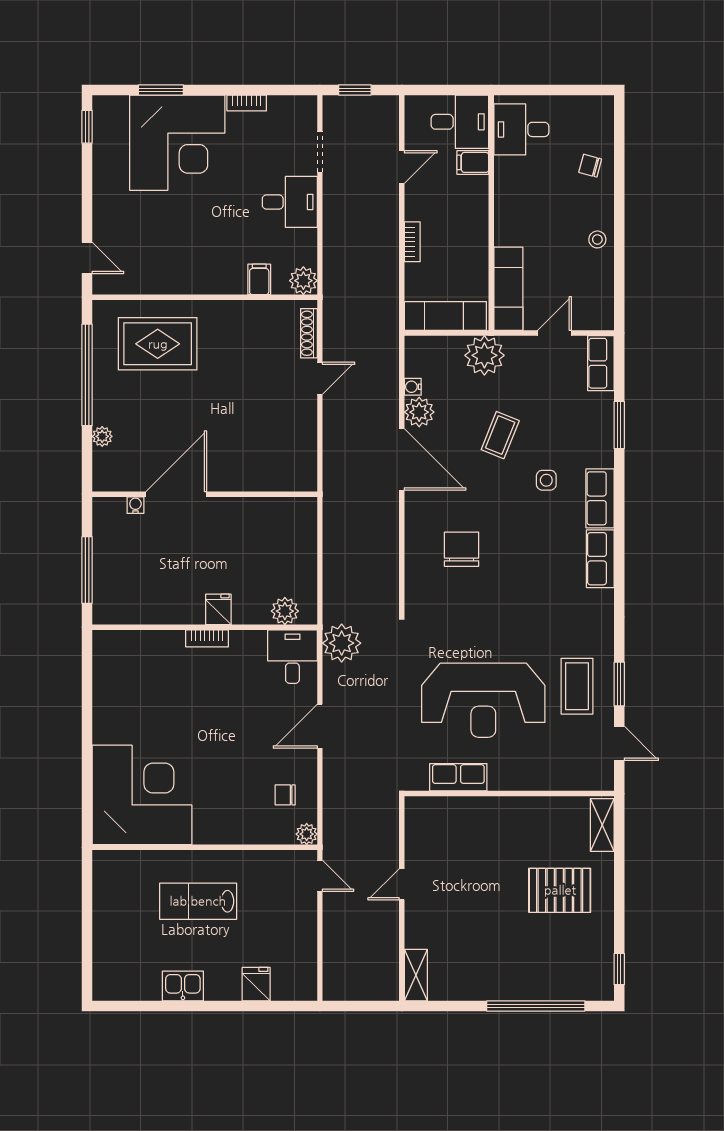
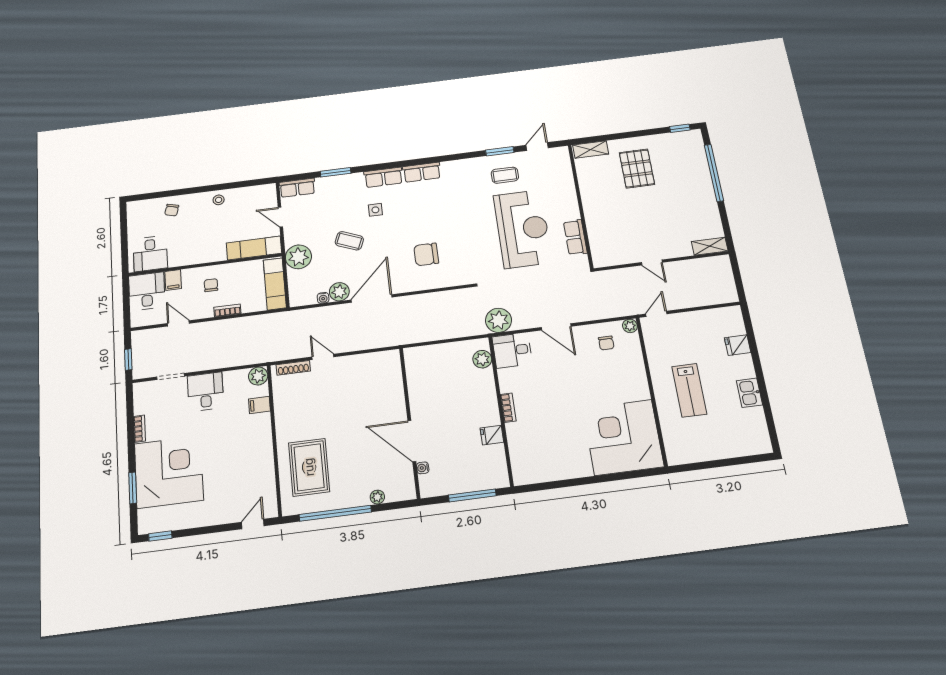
chair: (456, 219) -> (211, 285), added
fridge: (218, 609) -> (492, 435), moved
coffee table: (577, 686) -> (505, 175), width x0.73, depth x0.77

